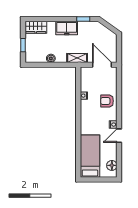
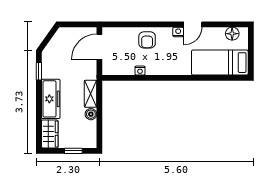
freezer: (67, 28) -> (51, 99), width x1.40
shelving: (77, 58) -> (90, 94), moved
door: (119, 136) -> (193, 24), hinge flipped

